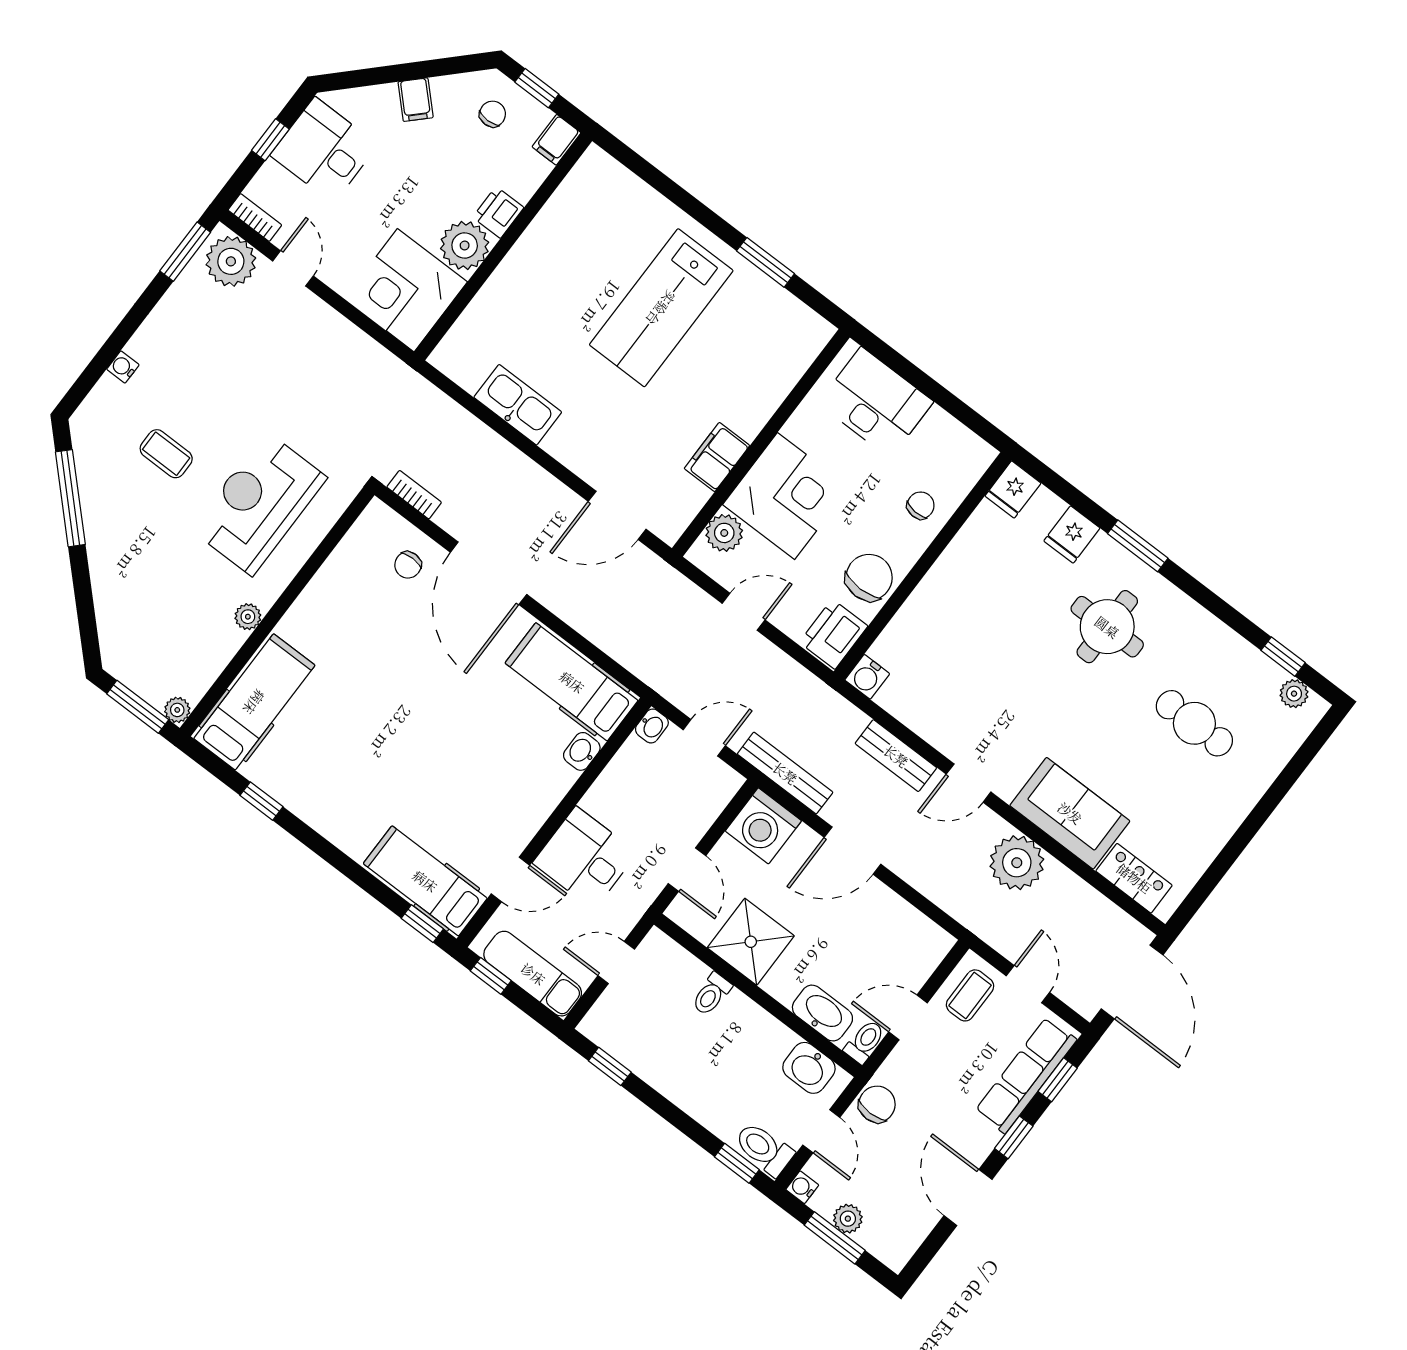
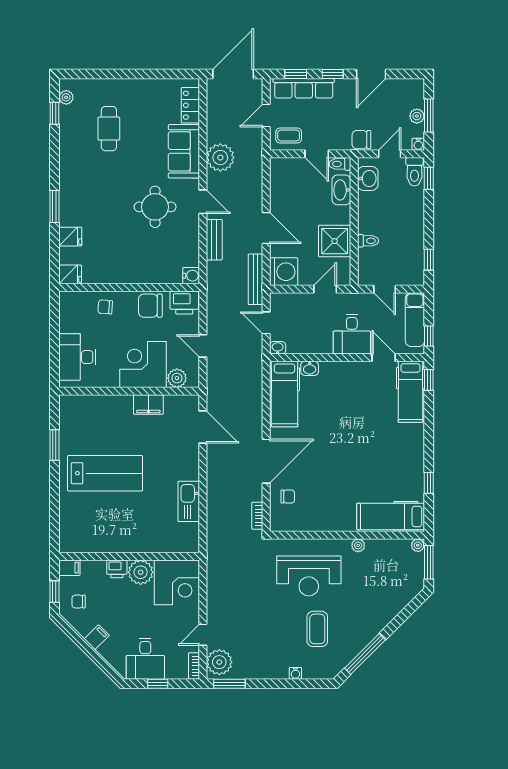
coffee table: (166, 454) -> (317, 629), width x1.36, depth x1.30
round table: (1107, 627) -> (155, 207), moved

